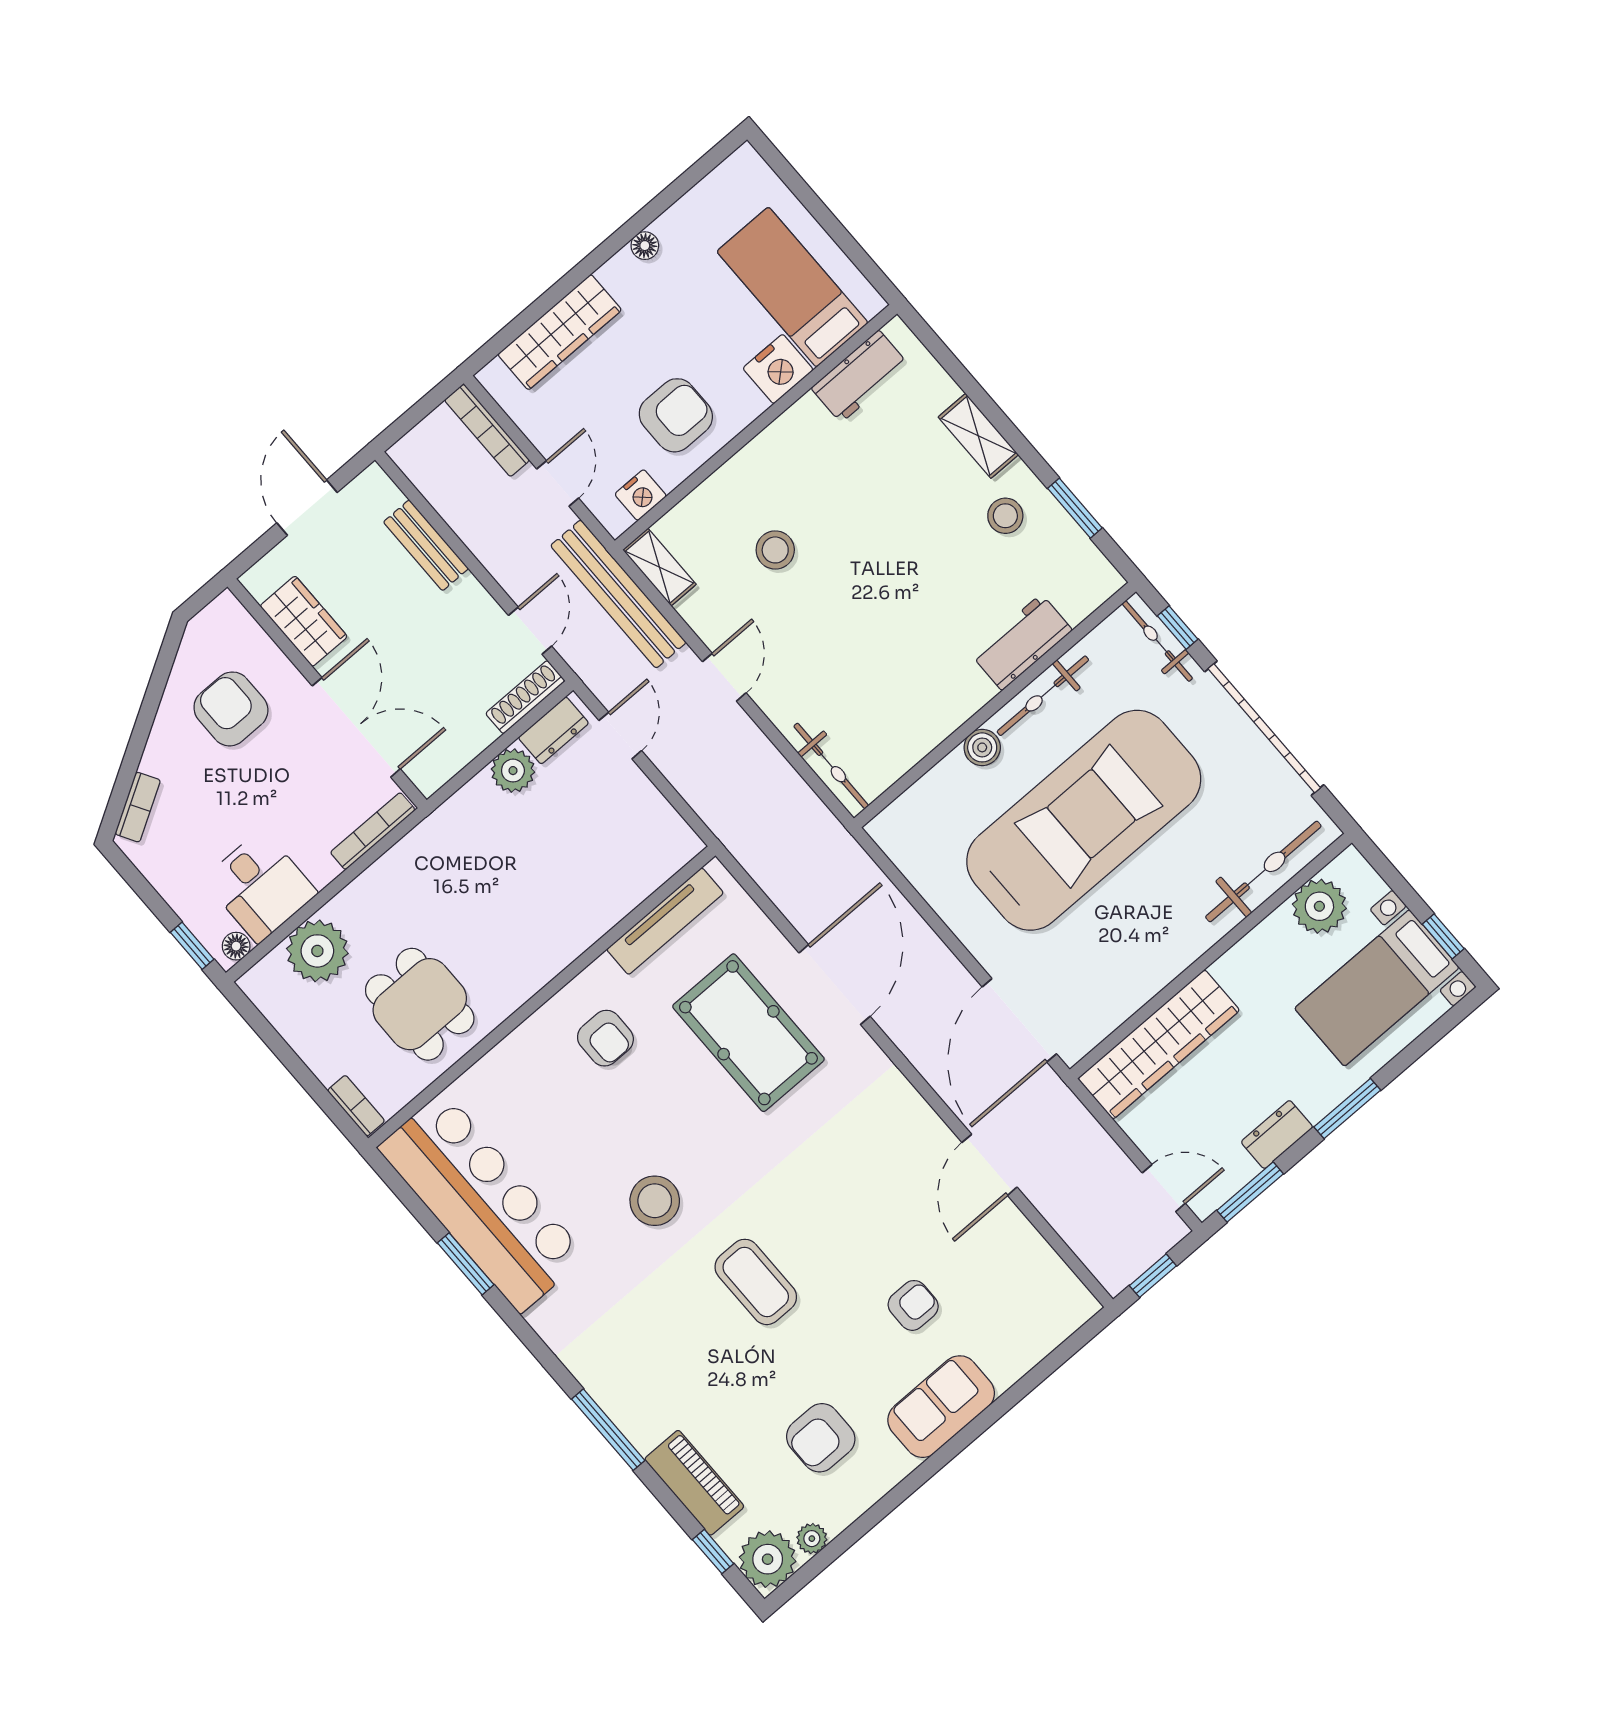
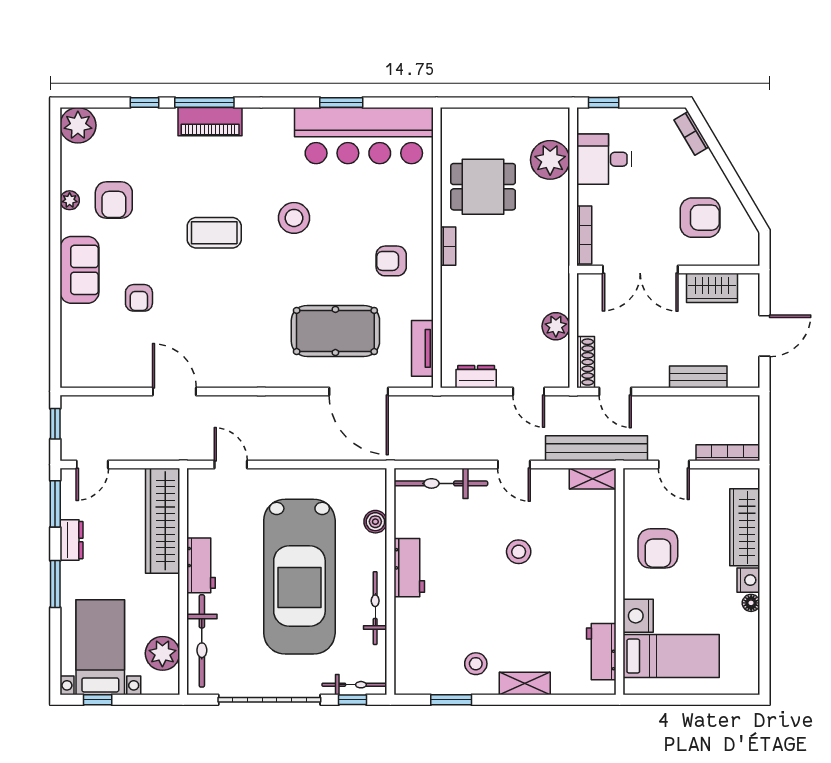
nightstand: (641, 495) -> (748, 580), moved, turned 180
door: (307, 508) -> (765, 336), hinge flipped
stool: (775, 550) -> (519, 552), moved
workbench: (1022, 642) -> (409, 568), moved
dresser: (553, 730) -> (476, 377), moved, turned 90
boiler: (982, 747) -> (375, 522), moved
bicycle: (831, 766) -> (441, 483), width x1.37, depth x1.40
tv unit: (665, 921) -> (422, 348), width x0.71
floor lamp: (236, 946) -> (585, 123), removed
workbench: (1173, 951) -> (201, 565), added
door: (834, 985) -> (359, 391), moved
door: (1019, 1020) -> (231, 465), width x0.53
bookcase: (356, 1106) -> (448, 246), moved, turned -90
armchair: (821, 1438) -> (114, 200), turned 180
piano: (694, 1483) -> (210, 122), moved
plant: (812, 1539) -> (70, 200), moved
window: (713, 1552) -> (144, 103), moved

